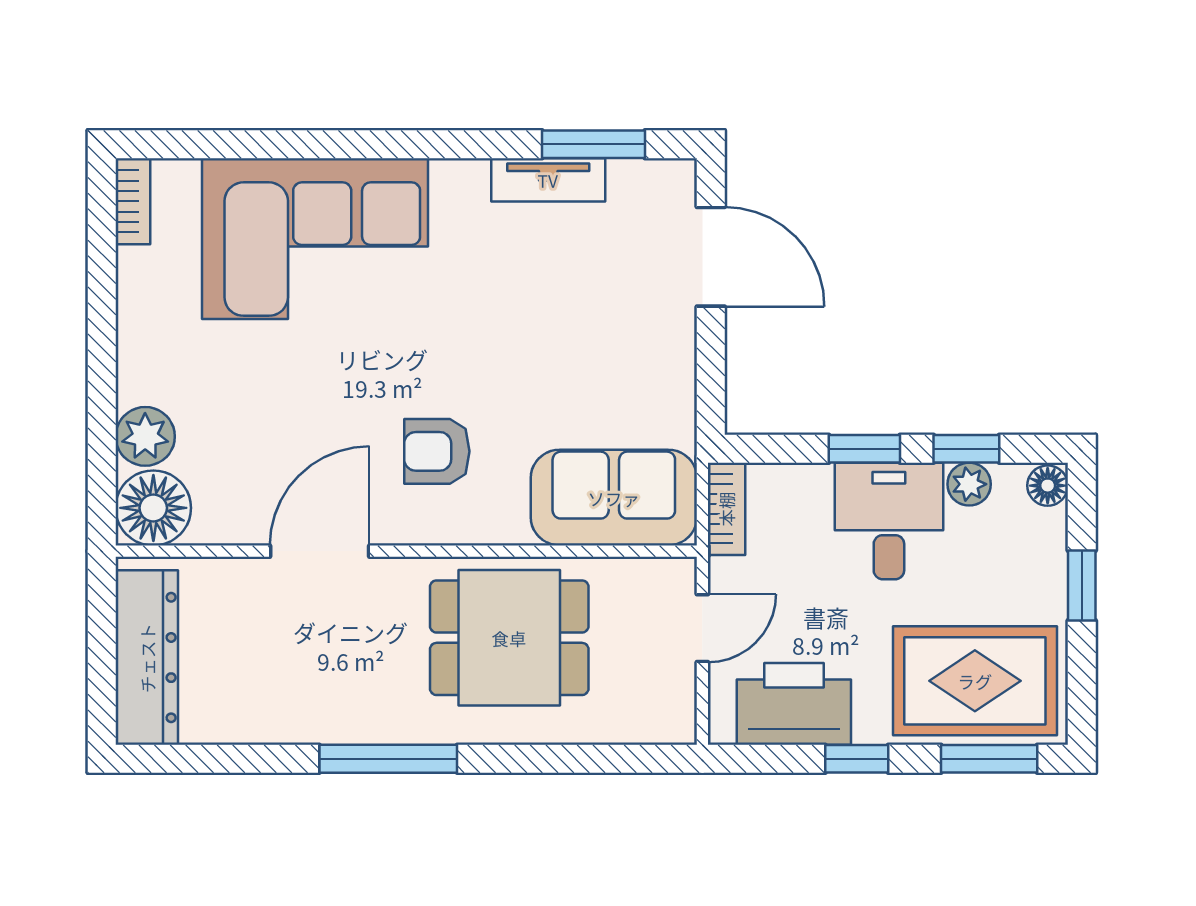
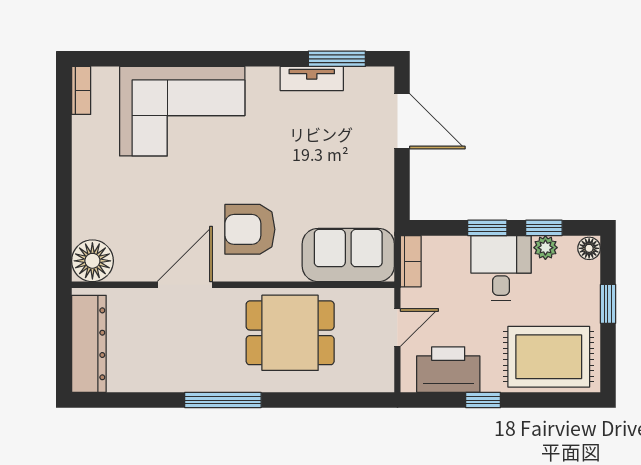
plant: (145, 436) -> (88, 221), removed
armchair: (437, 451) -> (250, 229), width x1.38, depth x1.38
window: (989, 759) -> (557, 400), removed

